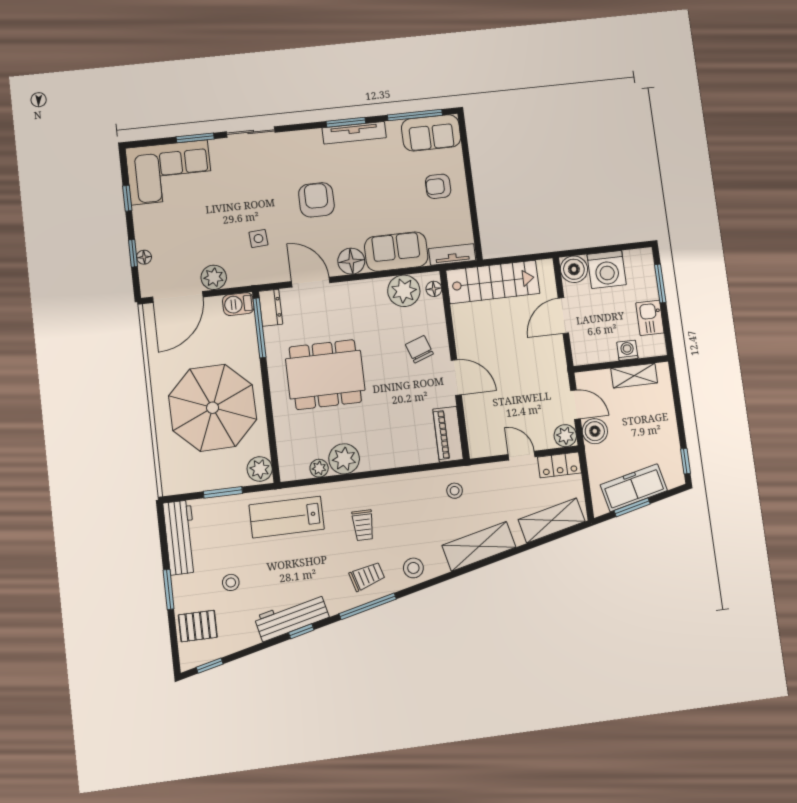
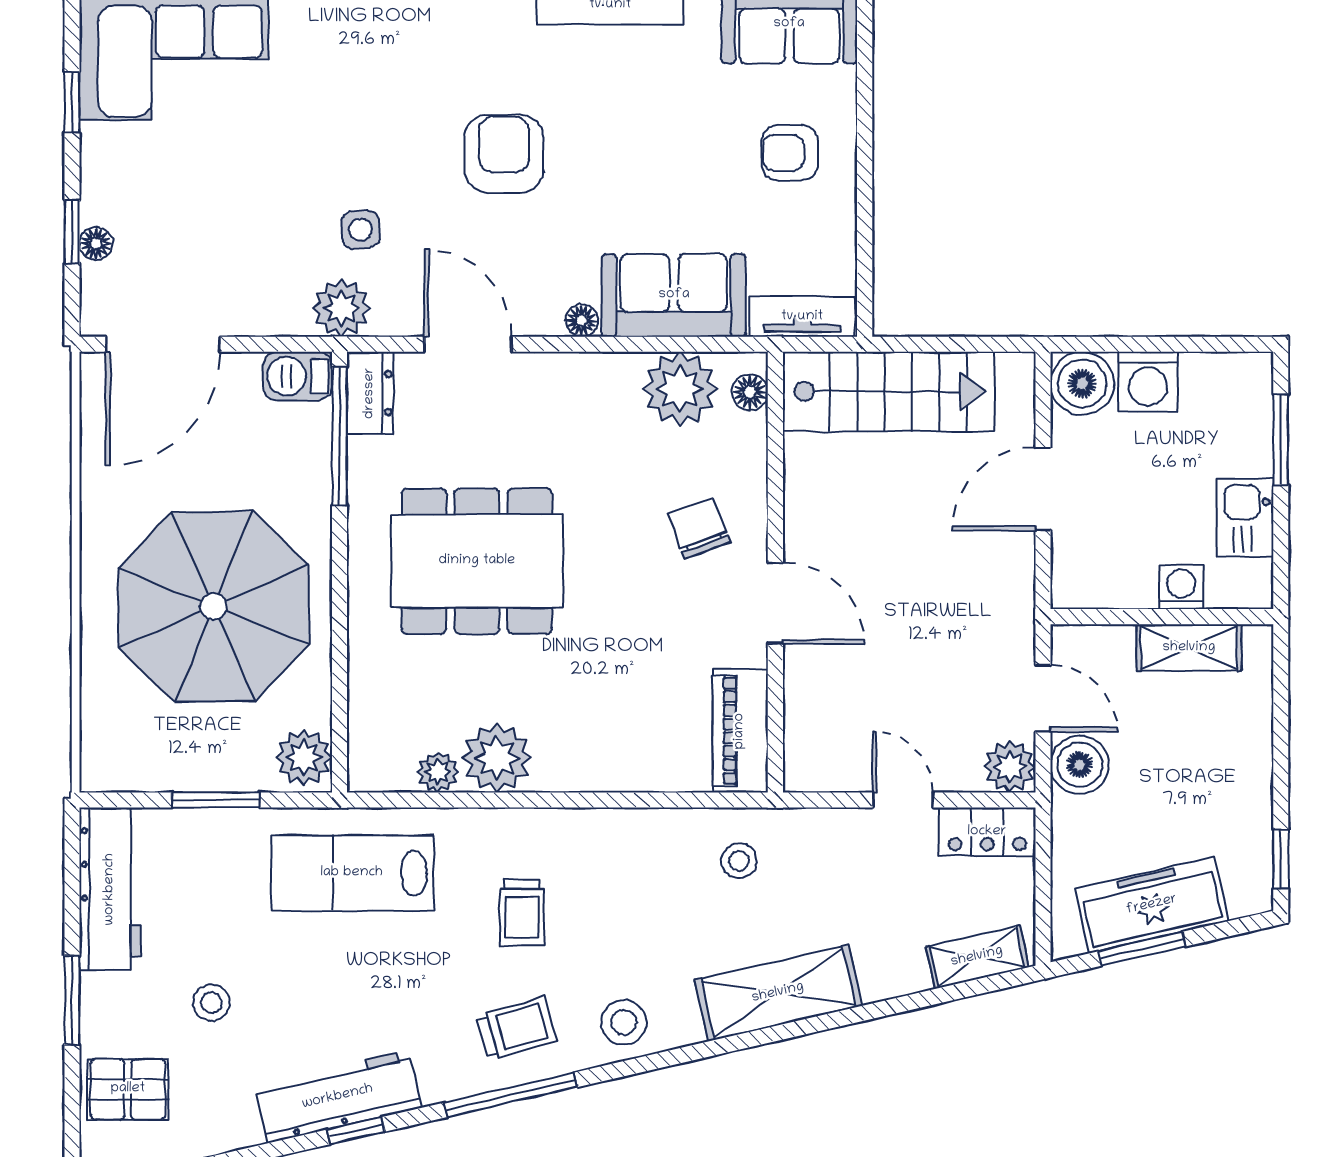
floor lamp: (351, 261) -> (582, 320), width x0.53, depth x0.53
washing machine: (607, 270) -> (1148, 382), width x0.73, depth x0.73
plant: (214, 277) -> (342, 308), moved
shelving: (552, 520) -> (977, 957), width x0.67, depth x0.75

